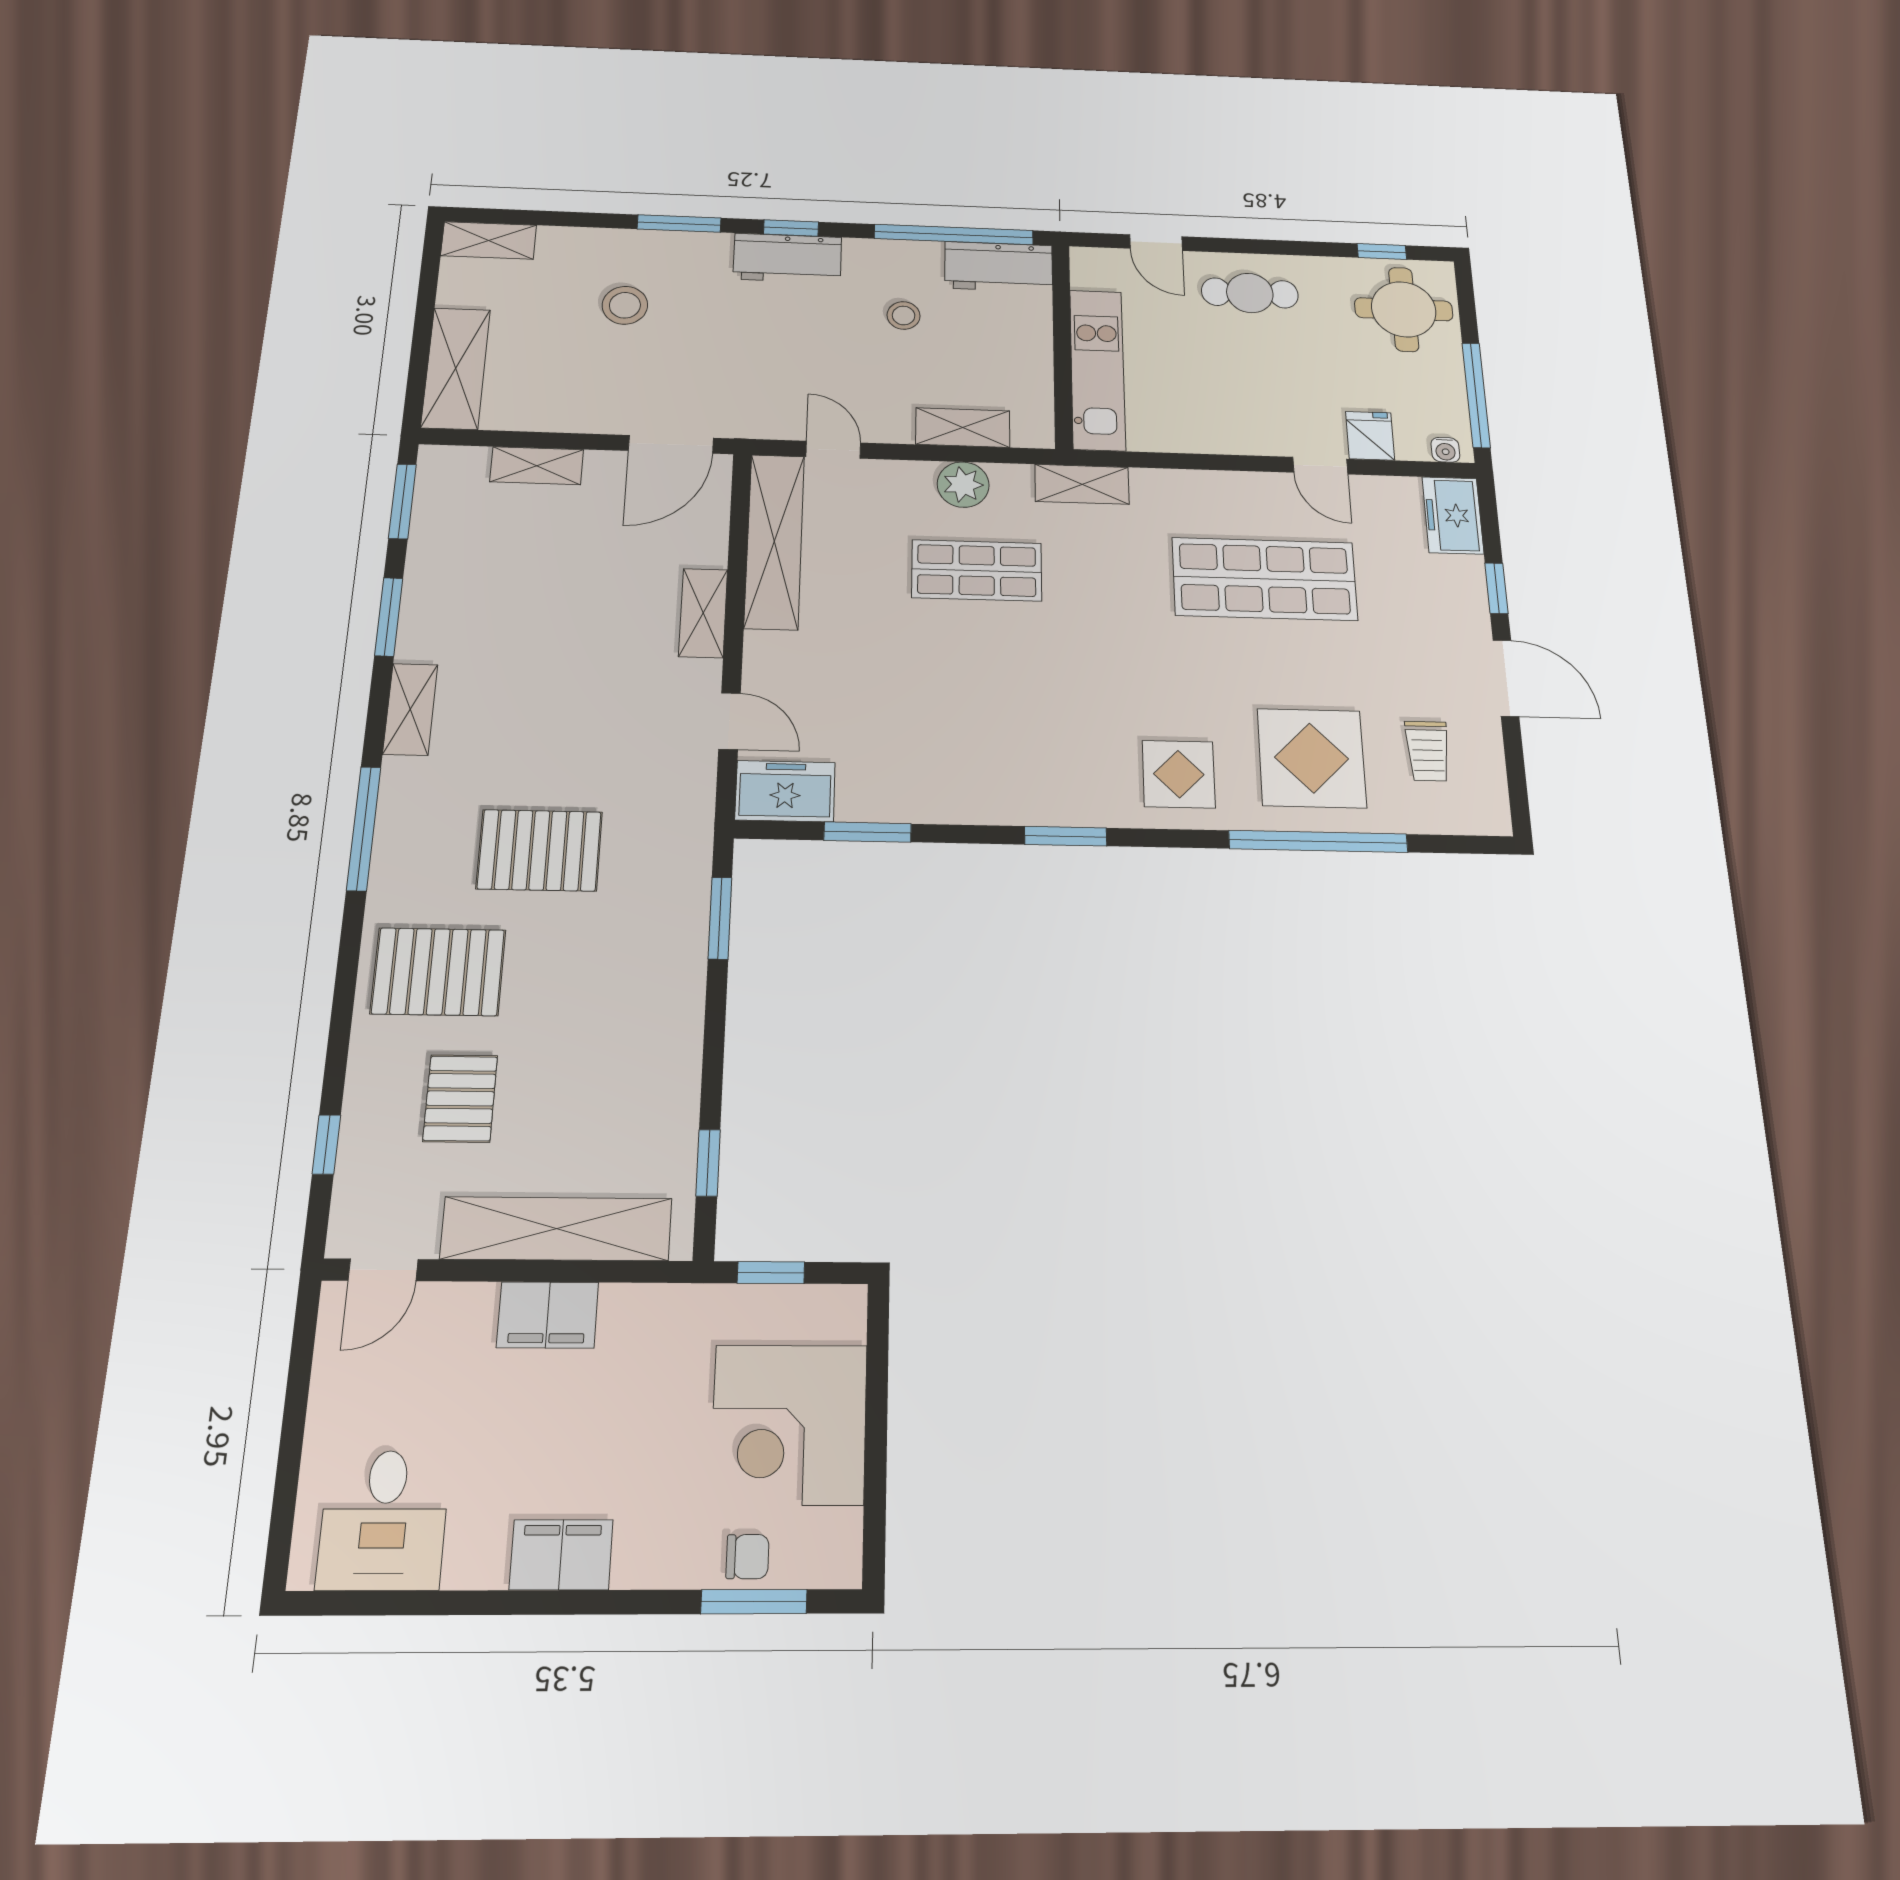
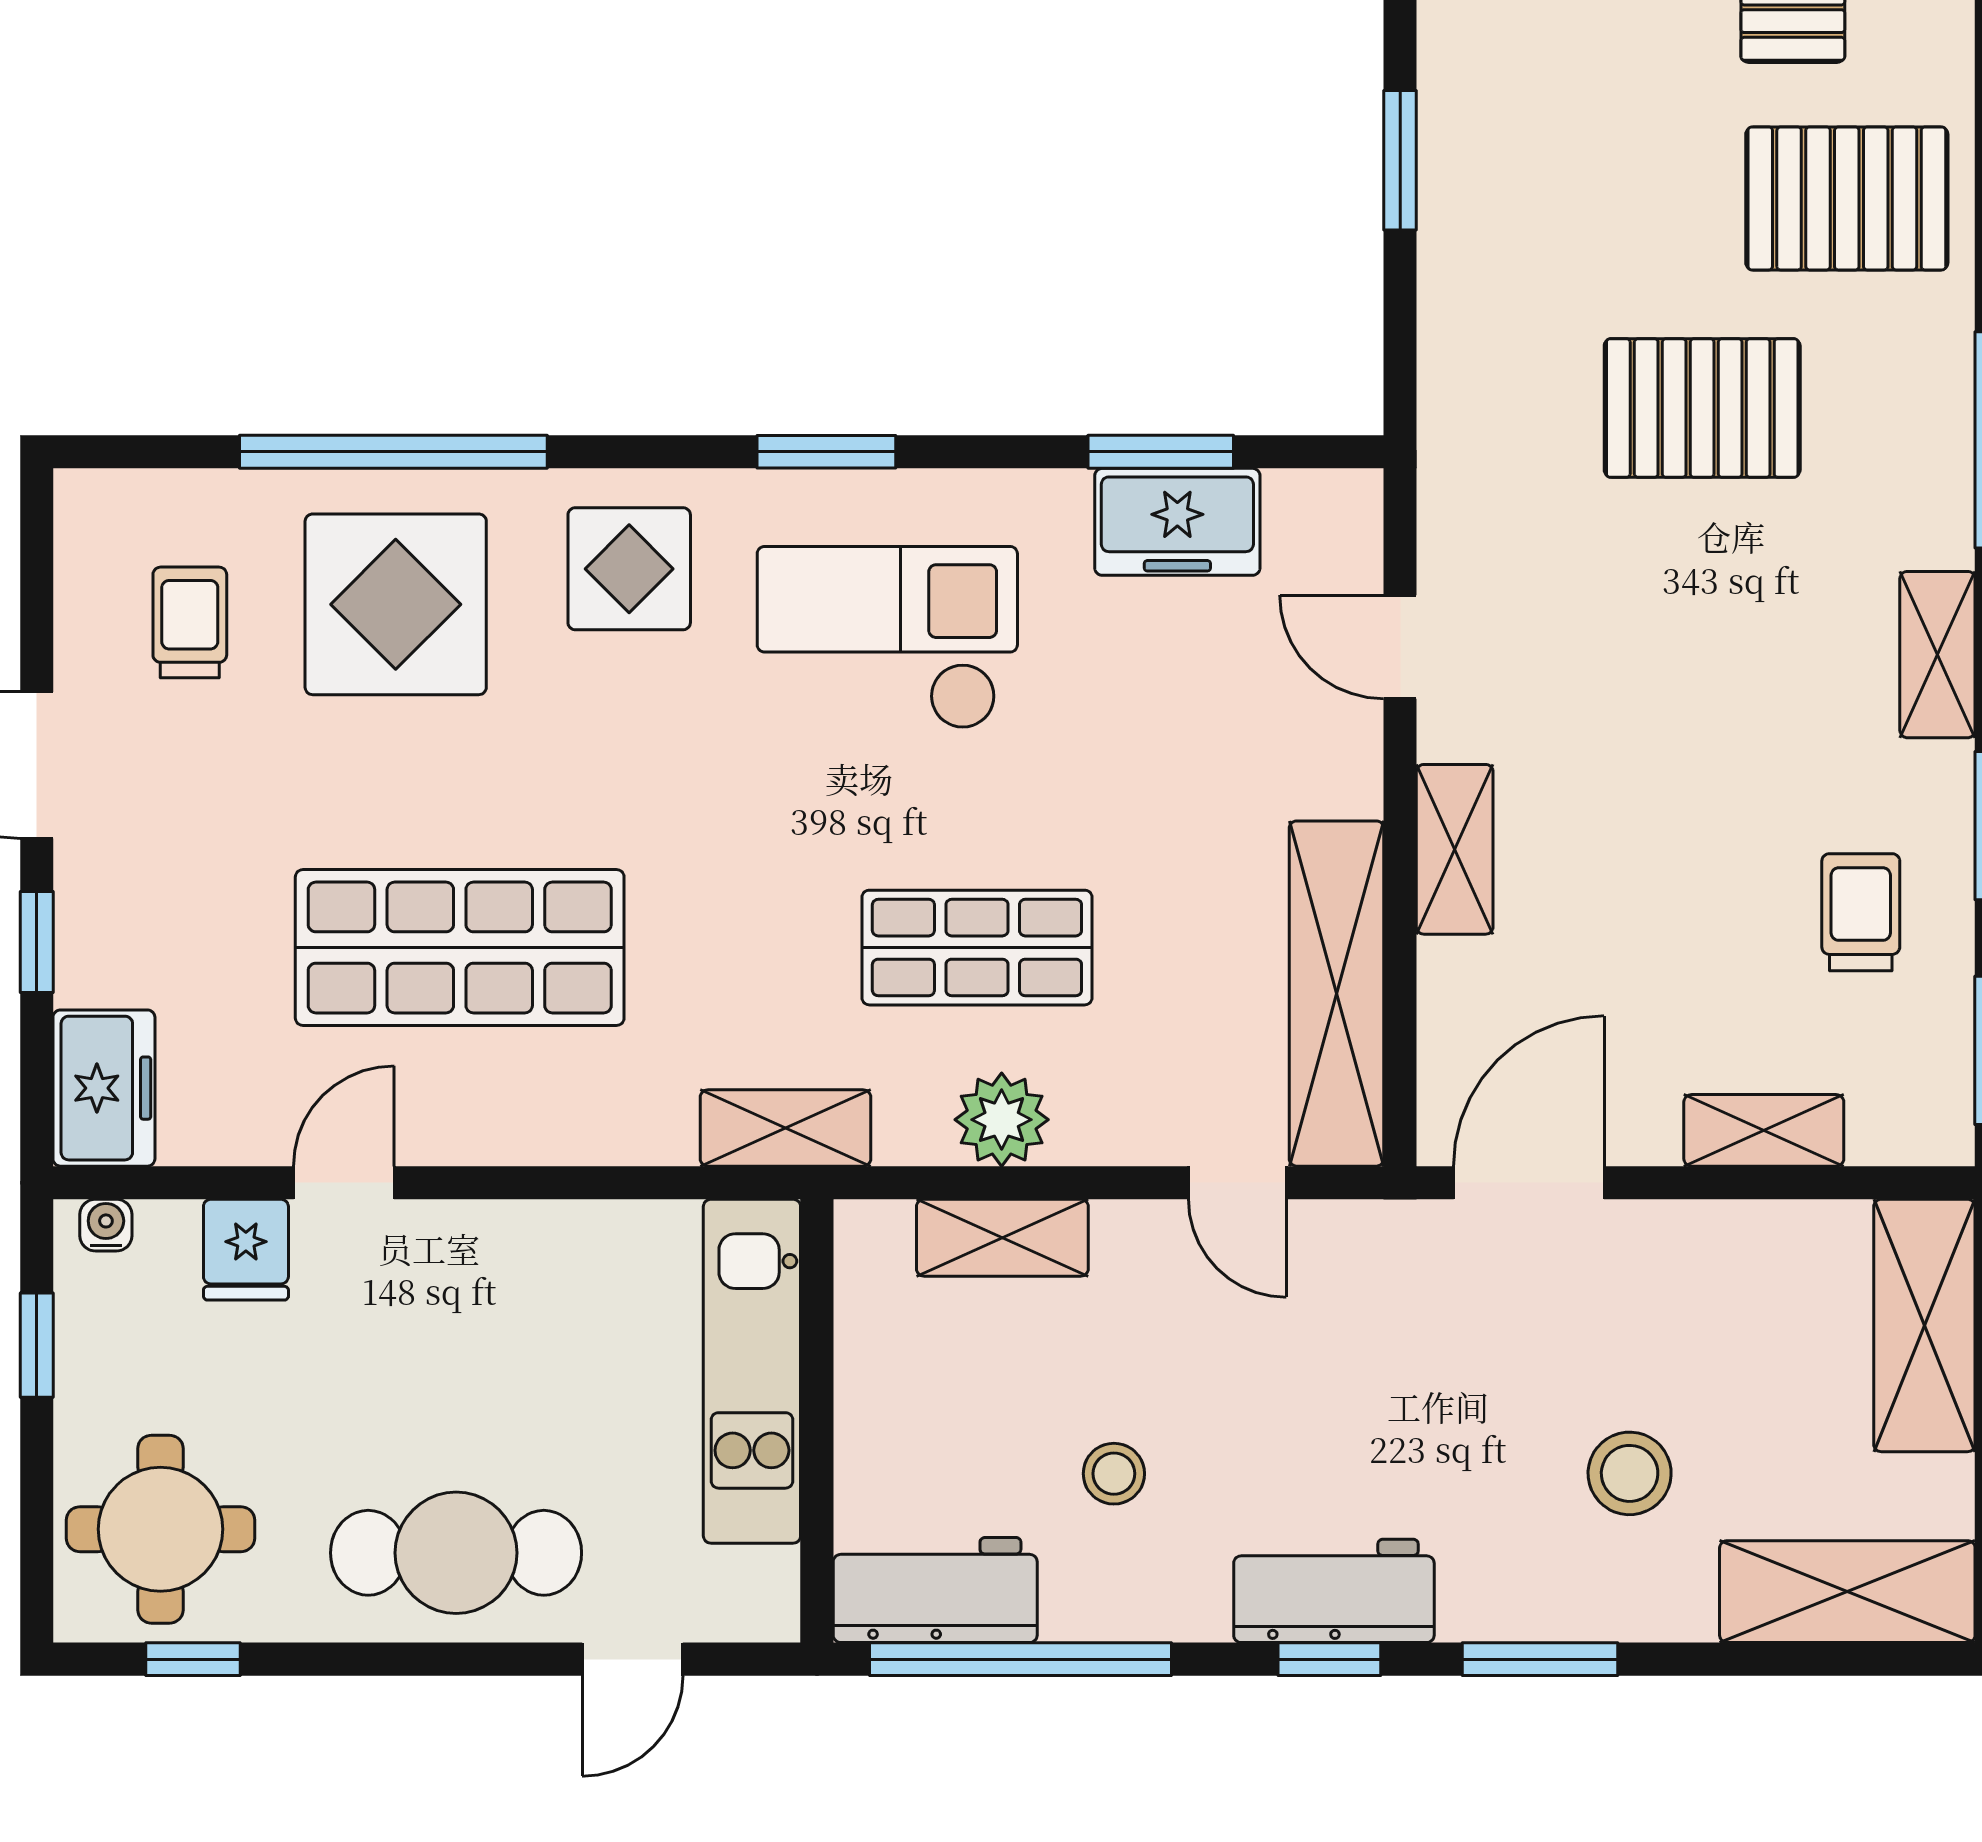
shelving: (489, 240) -> (1847, 1592), width x1.50, depth x1.33
door: (1156, 243) -> (632, 1659), swing flipped
cafe table: (1250, 293) -> (456, 1553), width x1.37, depth x1.35
window: (1476, 395) -> (37, 1345), width x0.46
door: (1320, 466) -> (344, 1183), hinge flipped
trolley: (470, 574) -> (1861, 912), added
checkout: (1029, 733) -> (887, 638), added
freezer: (785, 791) -> (1177, 522), moved
window: (720, 918) -> (1400, 160), moved

